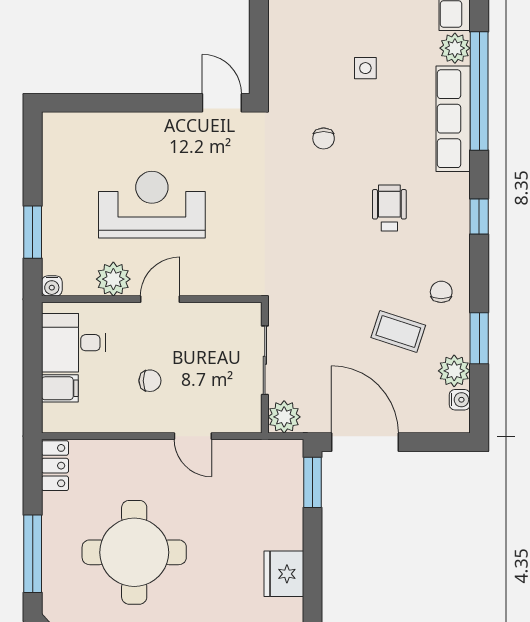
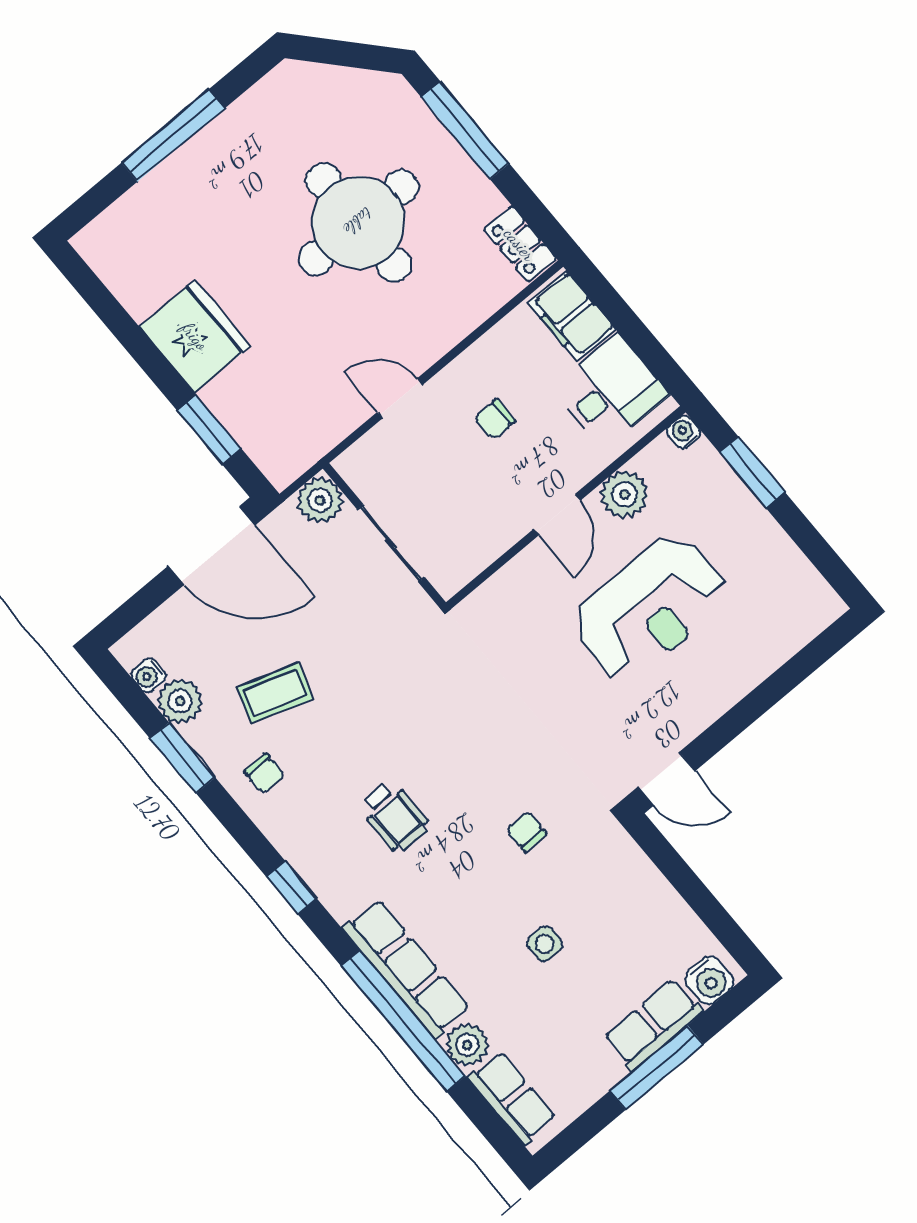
filing cabinet: (60, 388) -> (572, 316), width x2.00
window: (312, 482) -> (209, 430), moved
fridge: (284, 574) -> (195, 336), width x1.36, depth x1.34

